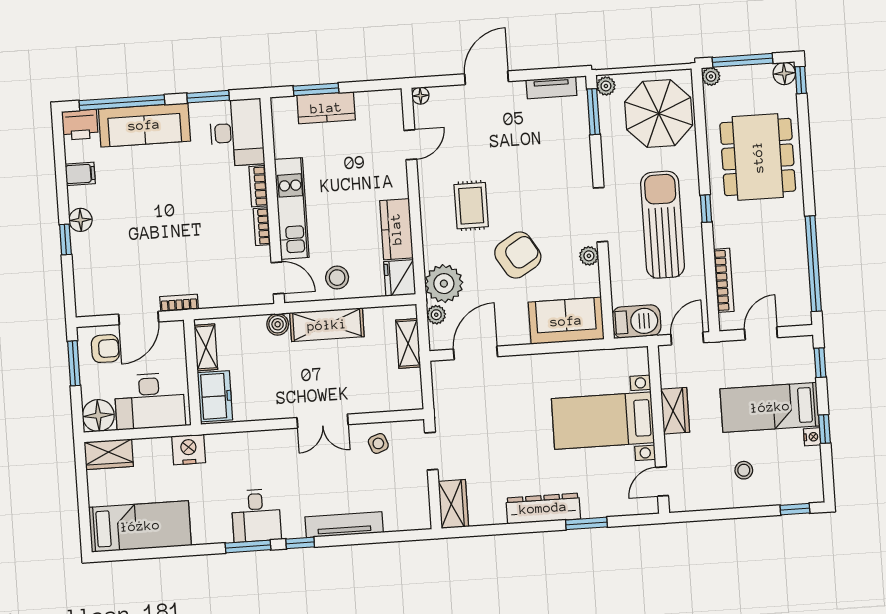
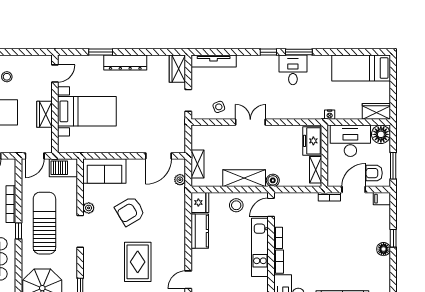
filing cabinet: (80, 174) -> (382, 199), moved
rug: (471, 206) -> (138, 262), moved, width x1.36, depth x1.43
sun lounger: (663, 225) -> (44, 223), turned 180
door: (277, 278) -> (271, 207), hinge flipped
bookcase: (724, 280) -> (11, 204), moved
plant: (444, 284) -> (174, 198), removed
nightstand: (189, 449) -> (330, 115), width x0.53, depth x0.56
tv unit: (344, 525) -> (214, 61), moved

